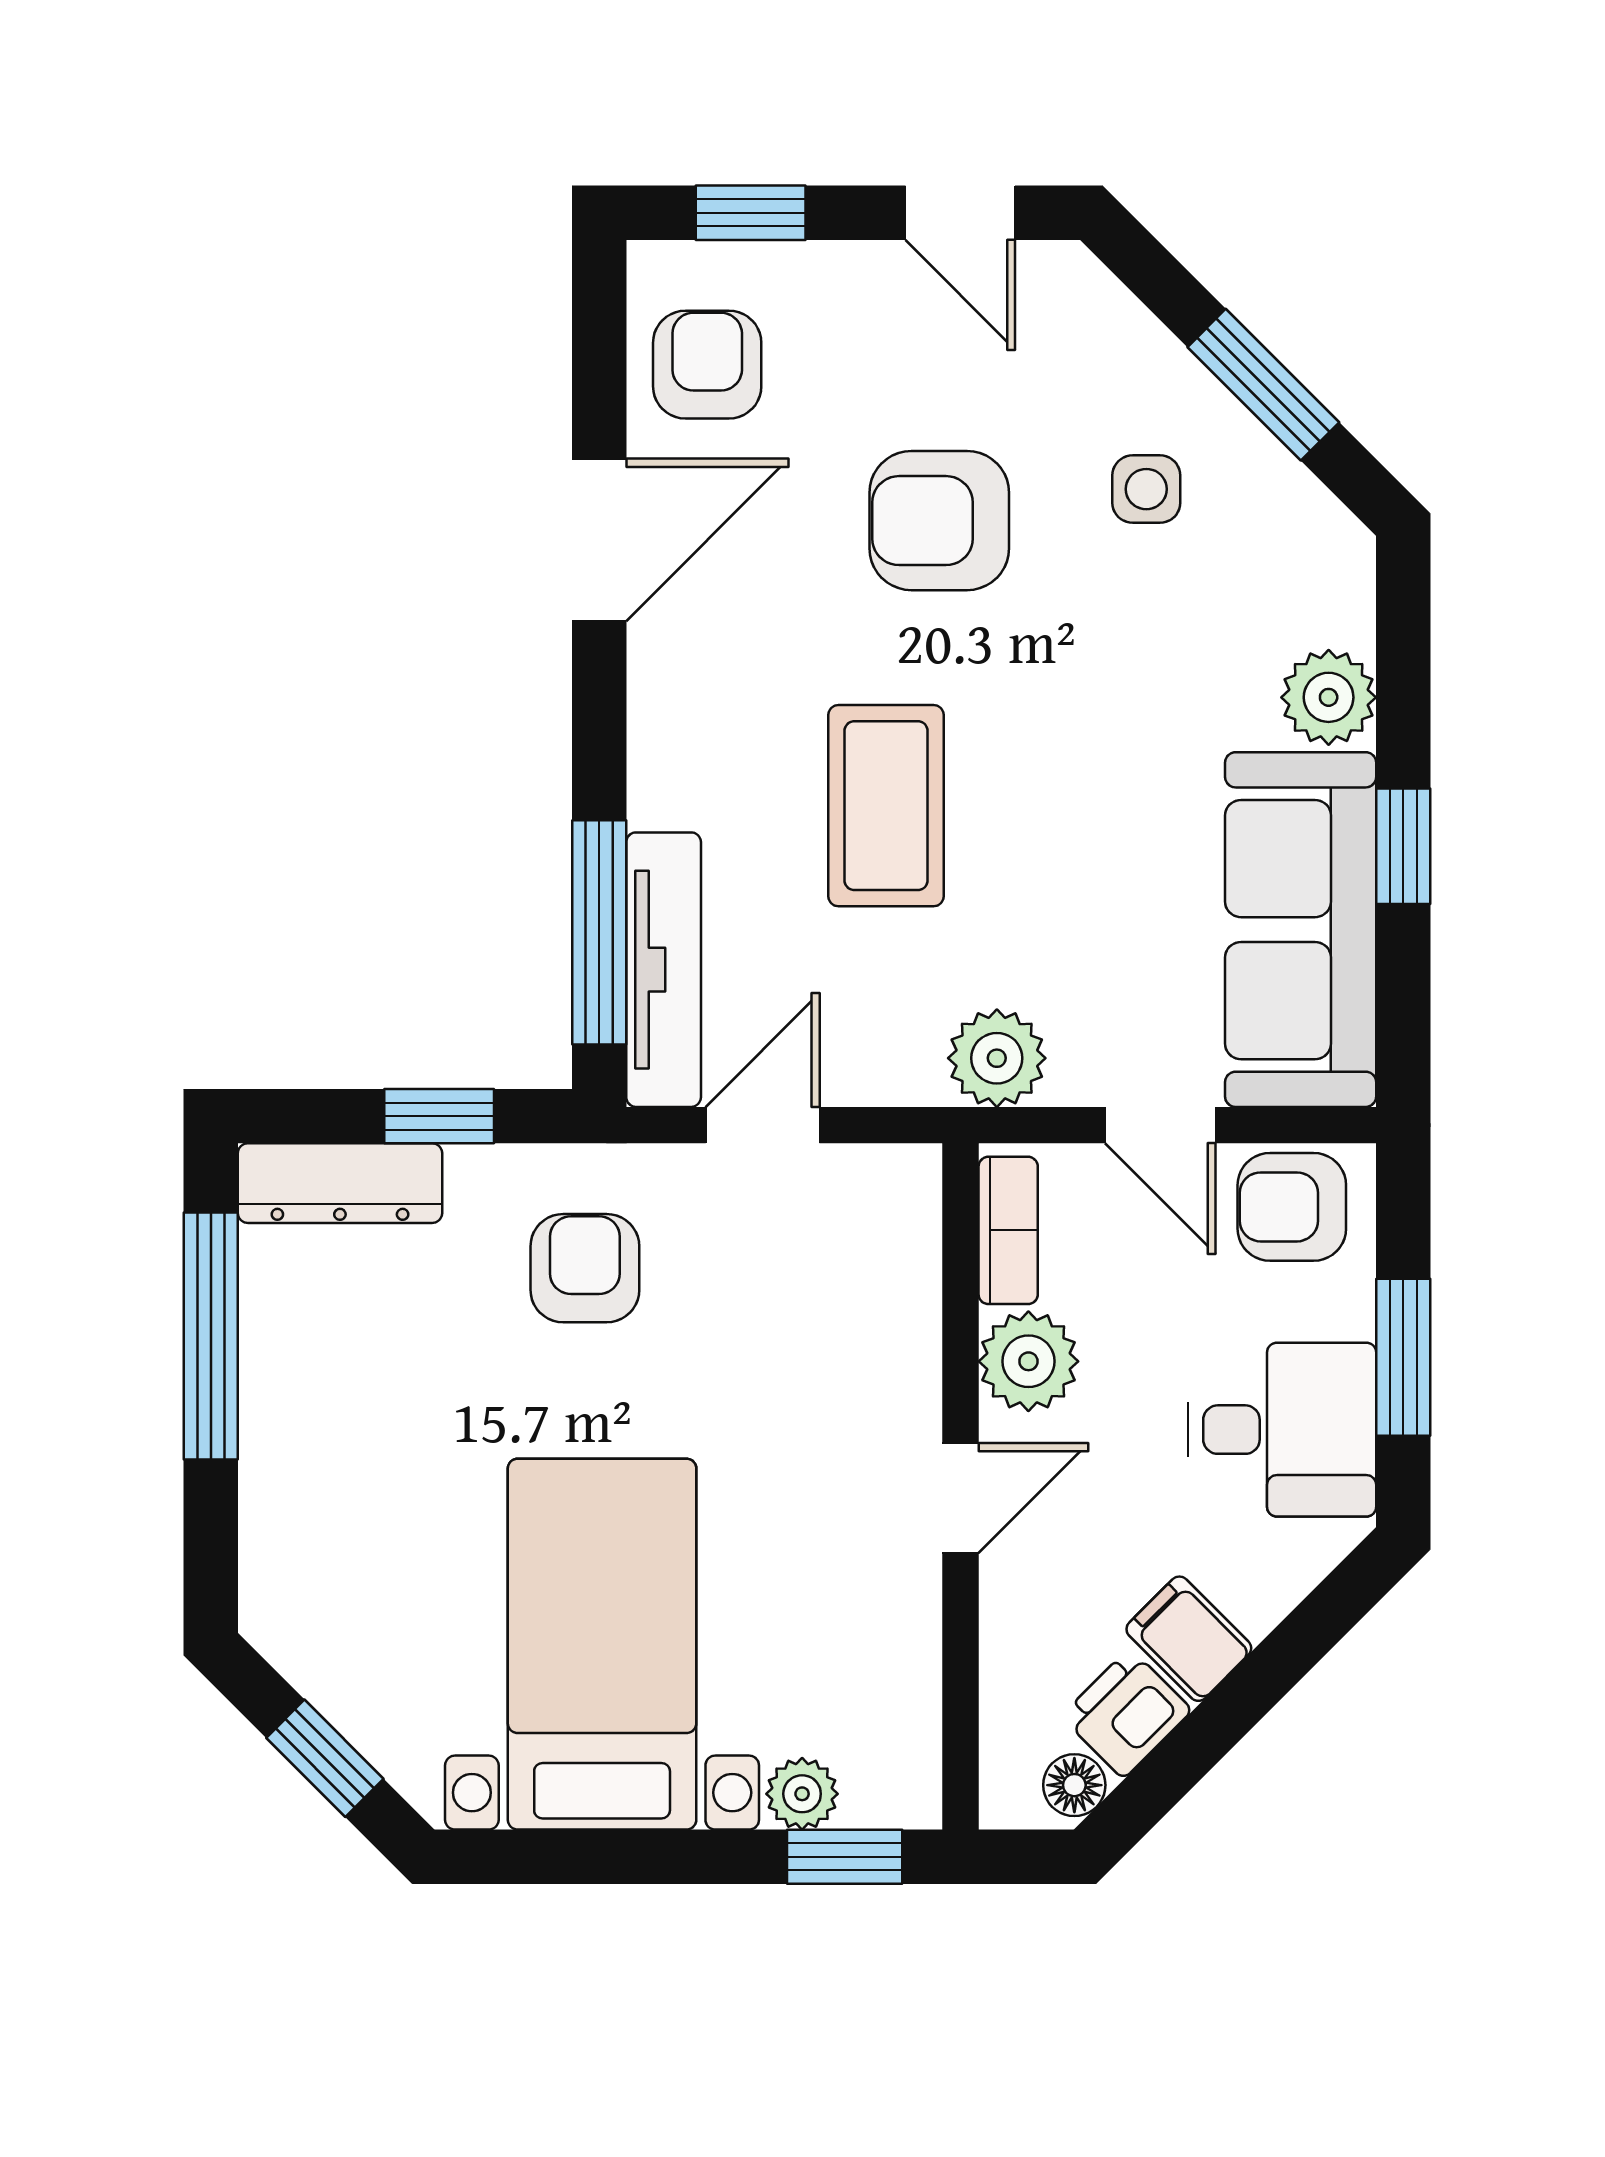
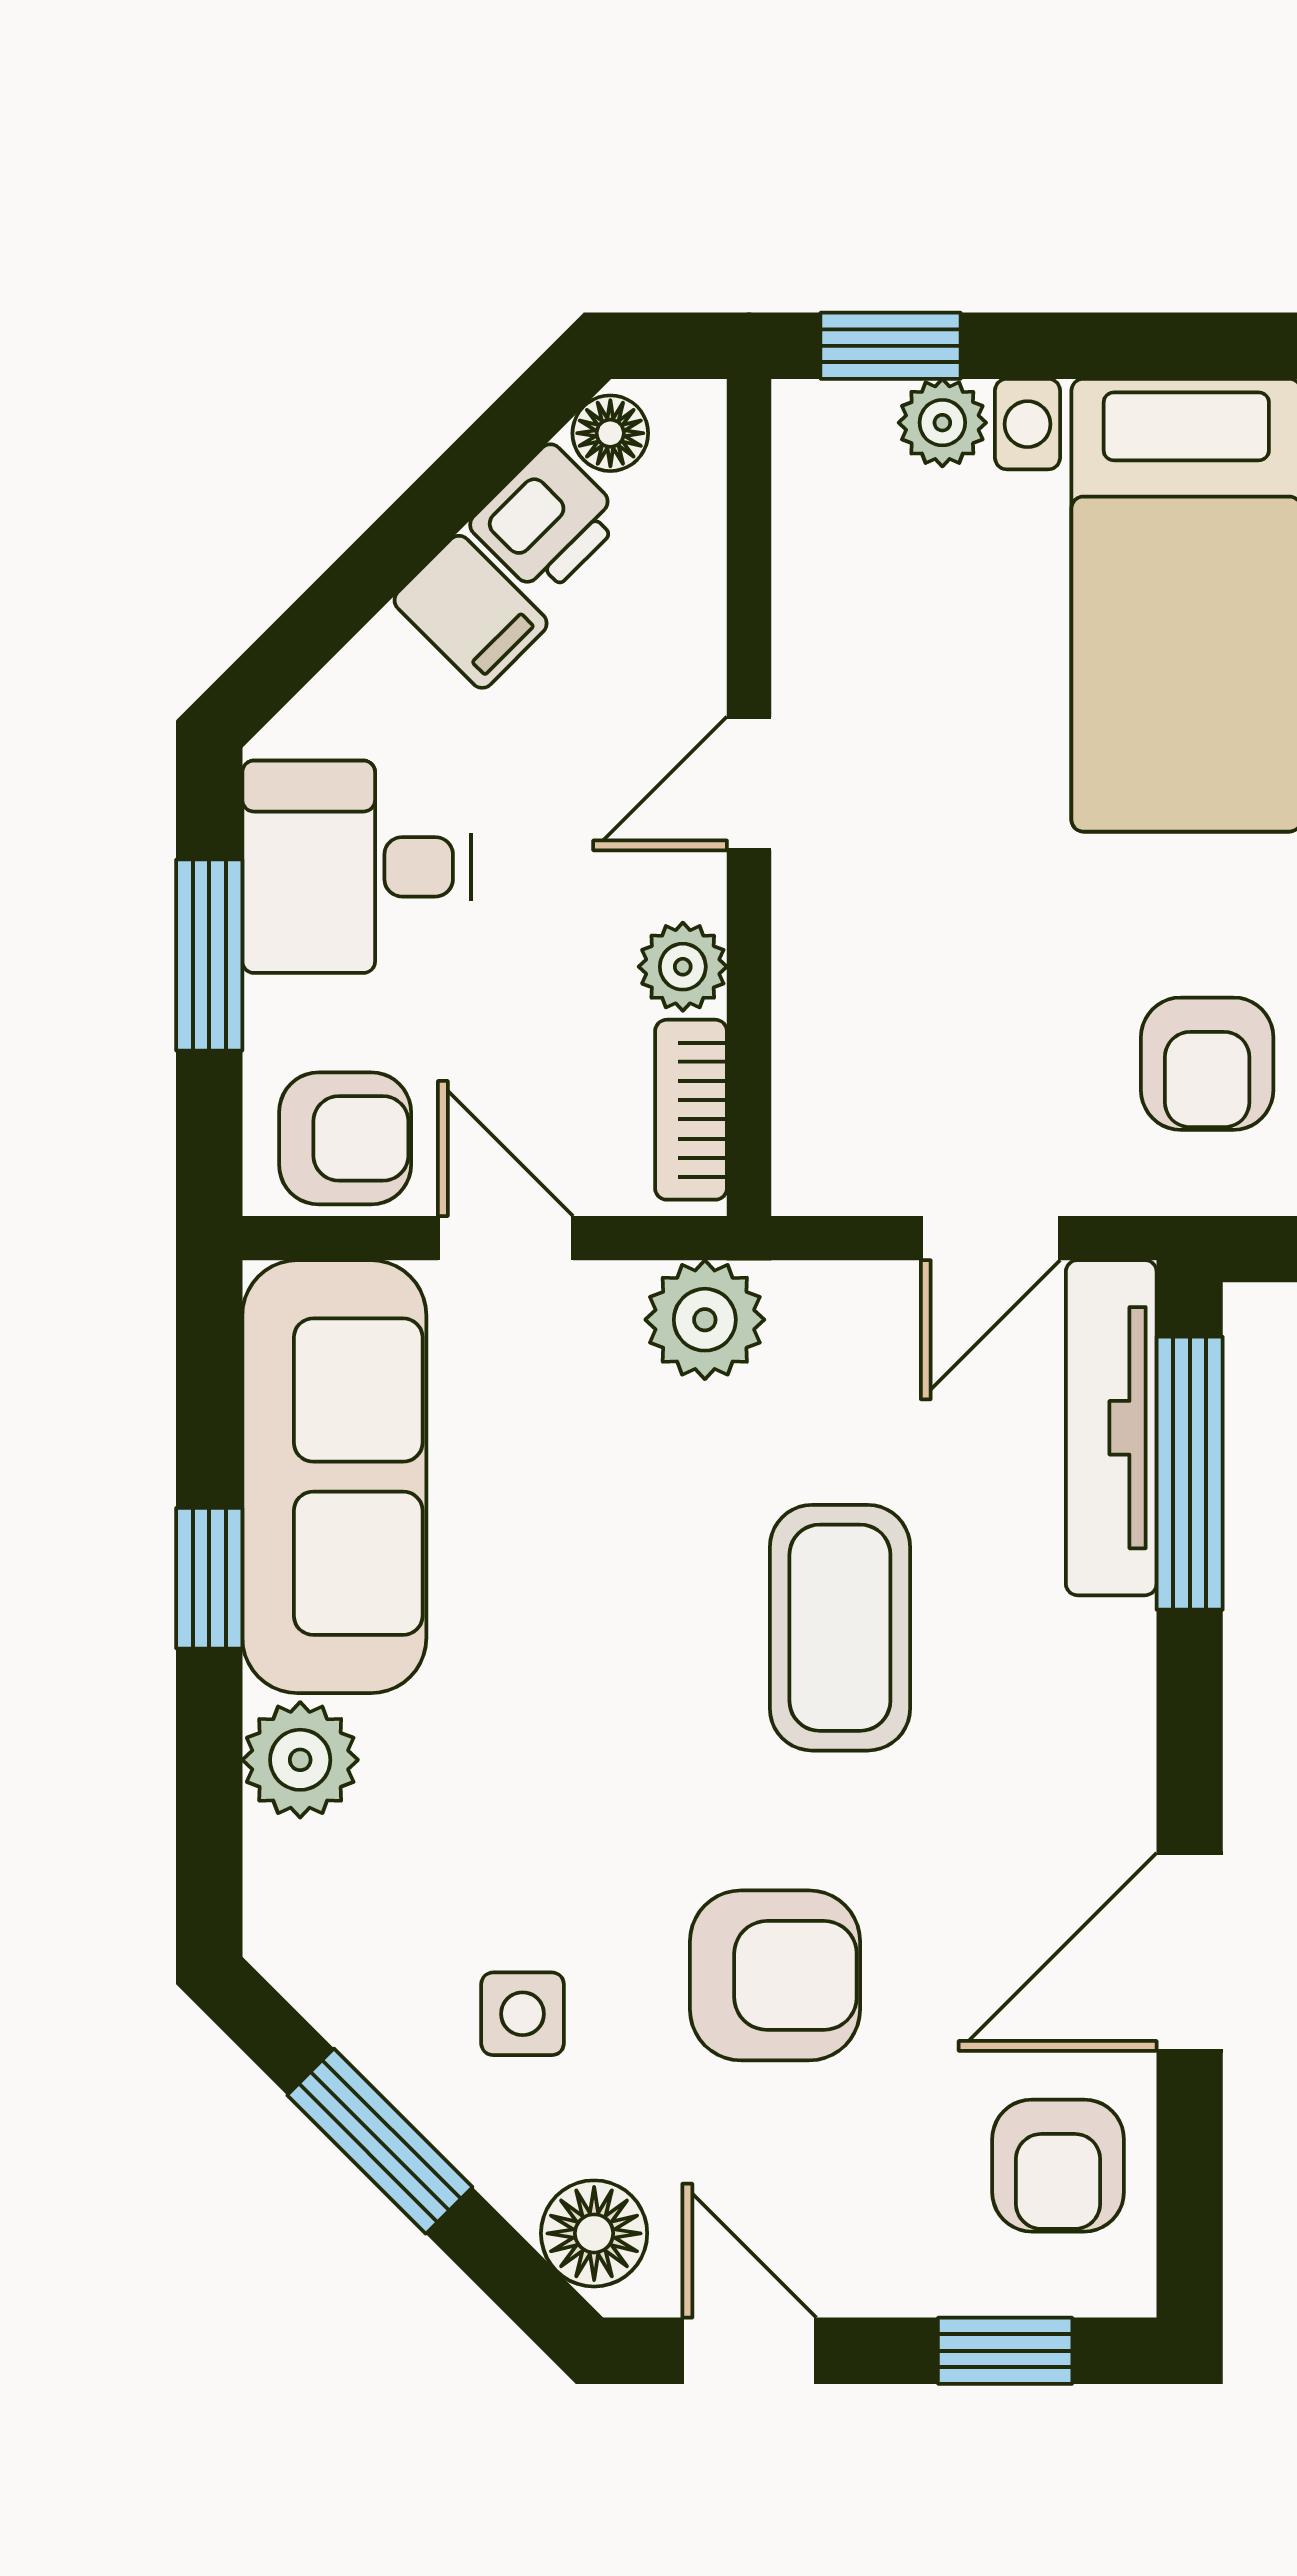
floor lamp: (1088, 309) -> (594, 2233), added
plant: (1028, 1361) -> (683, 967), width x0.73, depth x0.73

